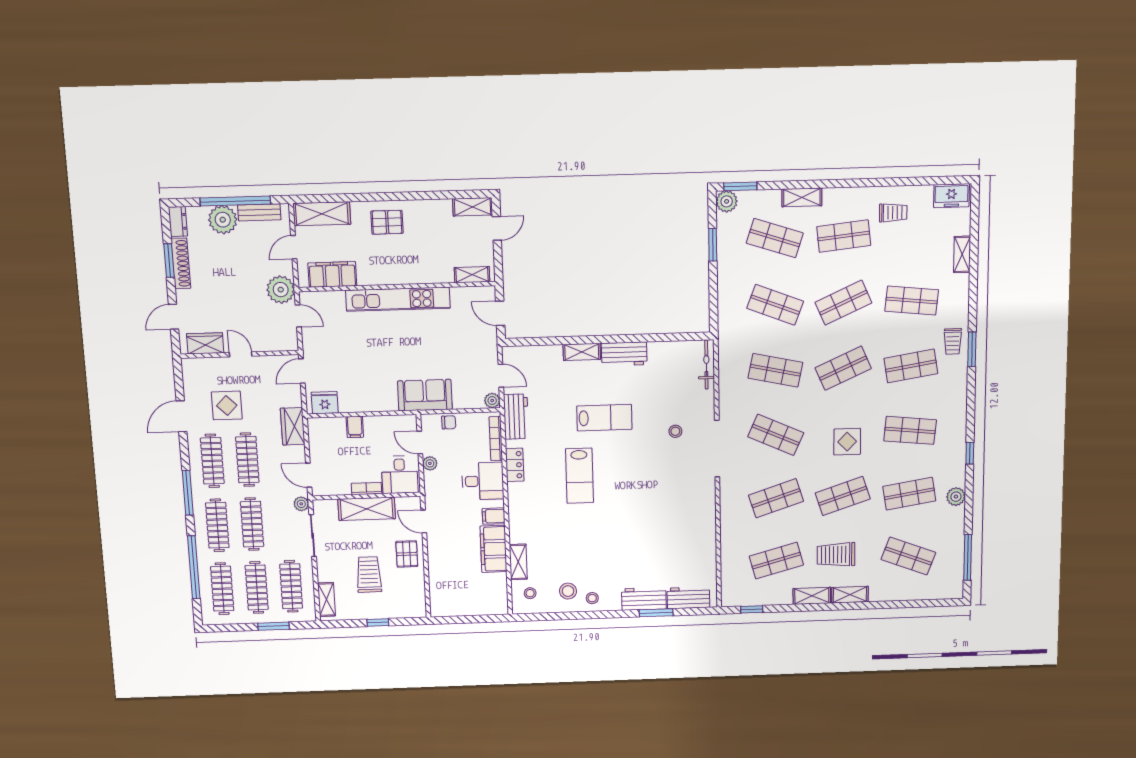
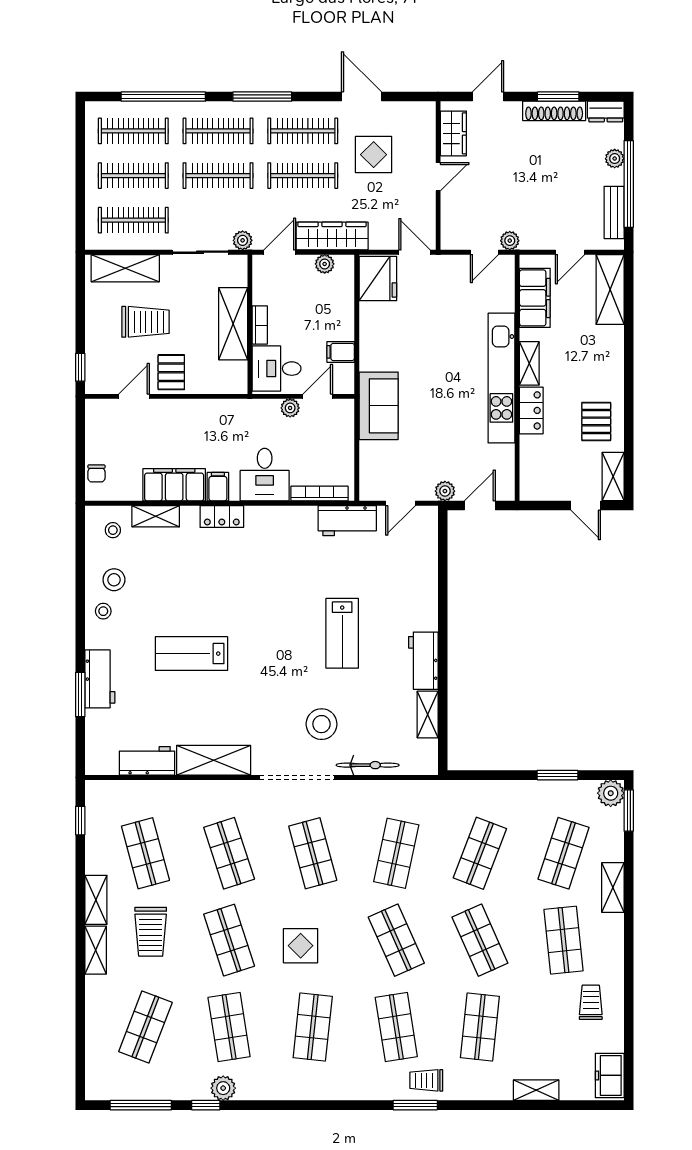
trolley: (893, 213) -> (591, 1002), turned 180
plant: (223, 220) -> (615, 159), width x0.53, depth x0.53
pallet: (387, 222) -> (596, 421), moved
door: (294, 247) -> (570, 252), swing flipped
locker: (423, 275) -> (531, 410), added
shelving: (472, 275) -> (529, 363), moved
plant: (281, 290) -> (510, 241), width x0.53, depth x0.53
door: (173, 317) -> (488, 97), hinge flipped
shelving: (582, 352) -> (428, 715), moved
bicycle: (706, 365) -> (368, 765), moved
plant: (492, 401) -> (445, 491), moved
fridge: (325, 403) -> (378, 279), width x1.36, depth x1.34
chair: (449, 422) -> (96, 473), moved
wardrobe: (293, 426) -> (332, 236), width x1.50
filing cabinet: (355, 427) -> (341, 352), moved
stool: (675, 431) -> (322, 724), width x1.89, depth x1.89
shop shelf: (776, 435) -> (313, 853), turned -39
plant: (316, 441) -> (325, 264), added
window: (970, 453) -> (206, 1105), moved
locker: (515, 465) -> (222, 517), moved
lab bench: (579, 476) -> (191, 654), moved
shelving: (705, 512) -> (214, 760), added
door: (424, 522) -> (134, 396), moved
pallet: (407, 554) -> (171, 372), turned 90
trolley: (836, 555) -> (151, 932), turned 180
workbench: (688, 598) -> (147, 761), moved, turned -90
shelving: (326, 600) -> (125, 268), width x1.50, depth x1.33
window: (378, 623) -> (80, 367), moved
window: (273, 626) -> (80, 194), removed

